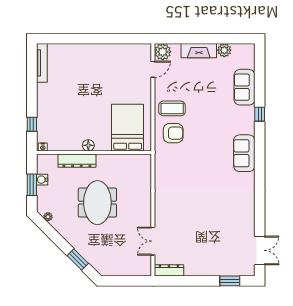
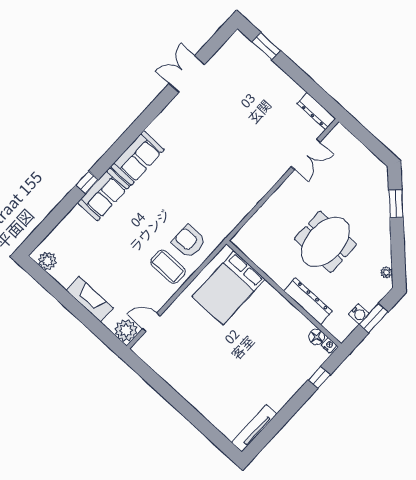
plant: (224, 50) -> (47, 261), moved
sofa: (245, 87) -> (104, 194), moved
floor lamp: (88, 145) -> (317, 337), moved
double door: (260, 250) -> (187, 74), moved

